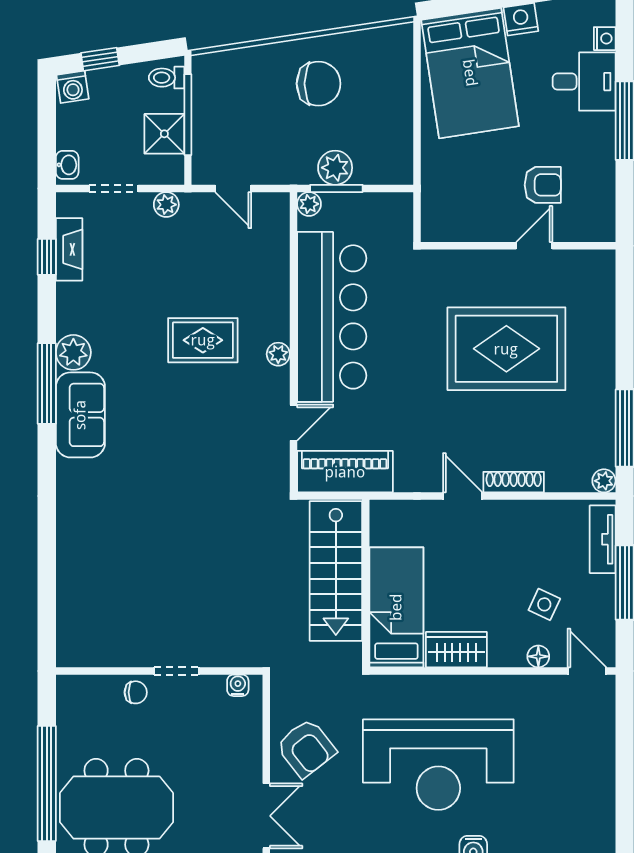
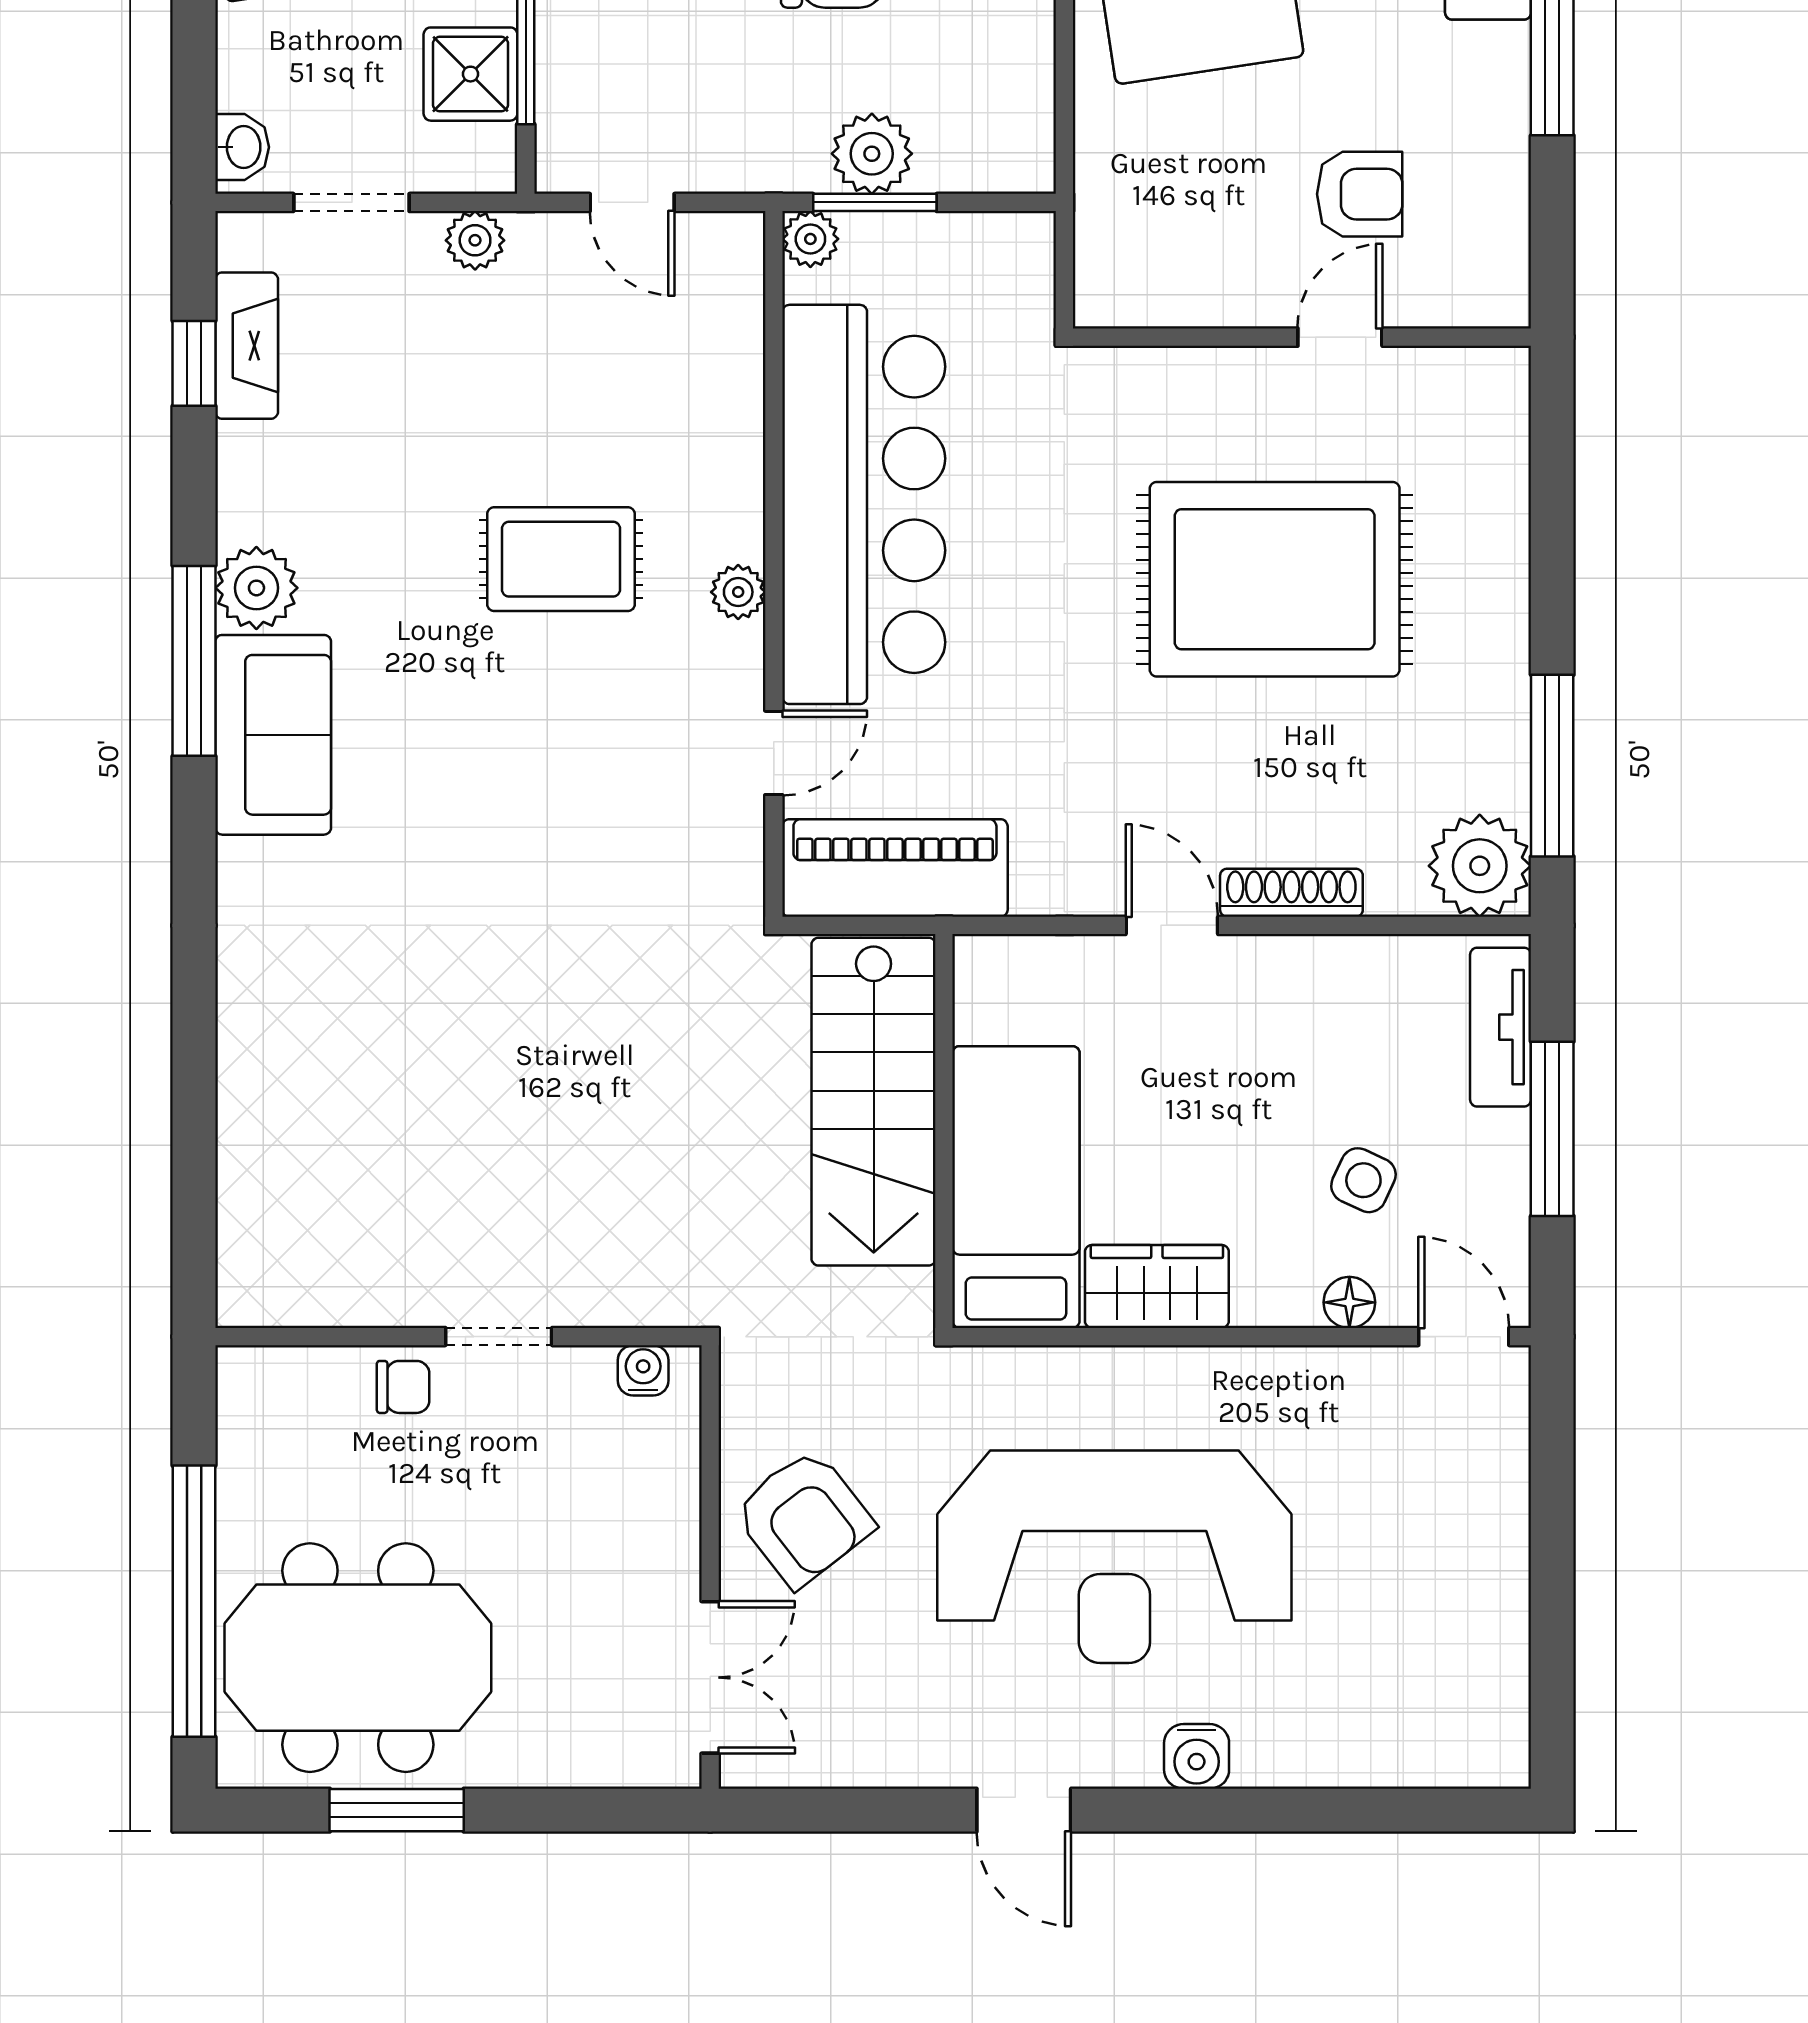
plant: (604, 481) -> (1480, 866), width x1.88, depth x1.88

